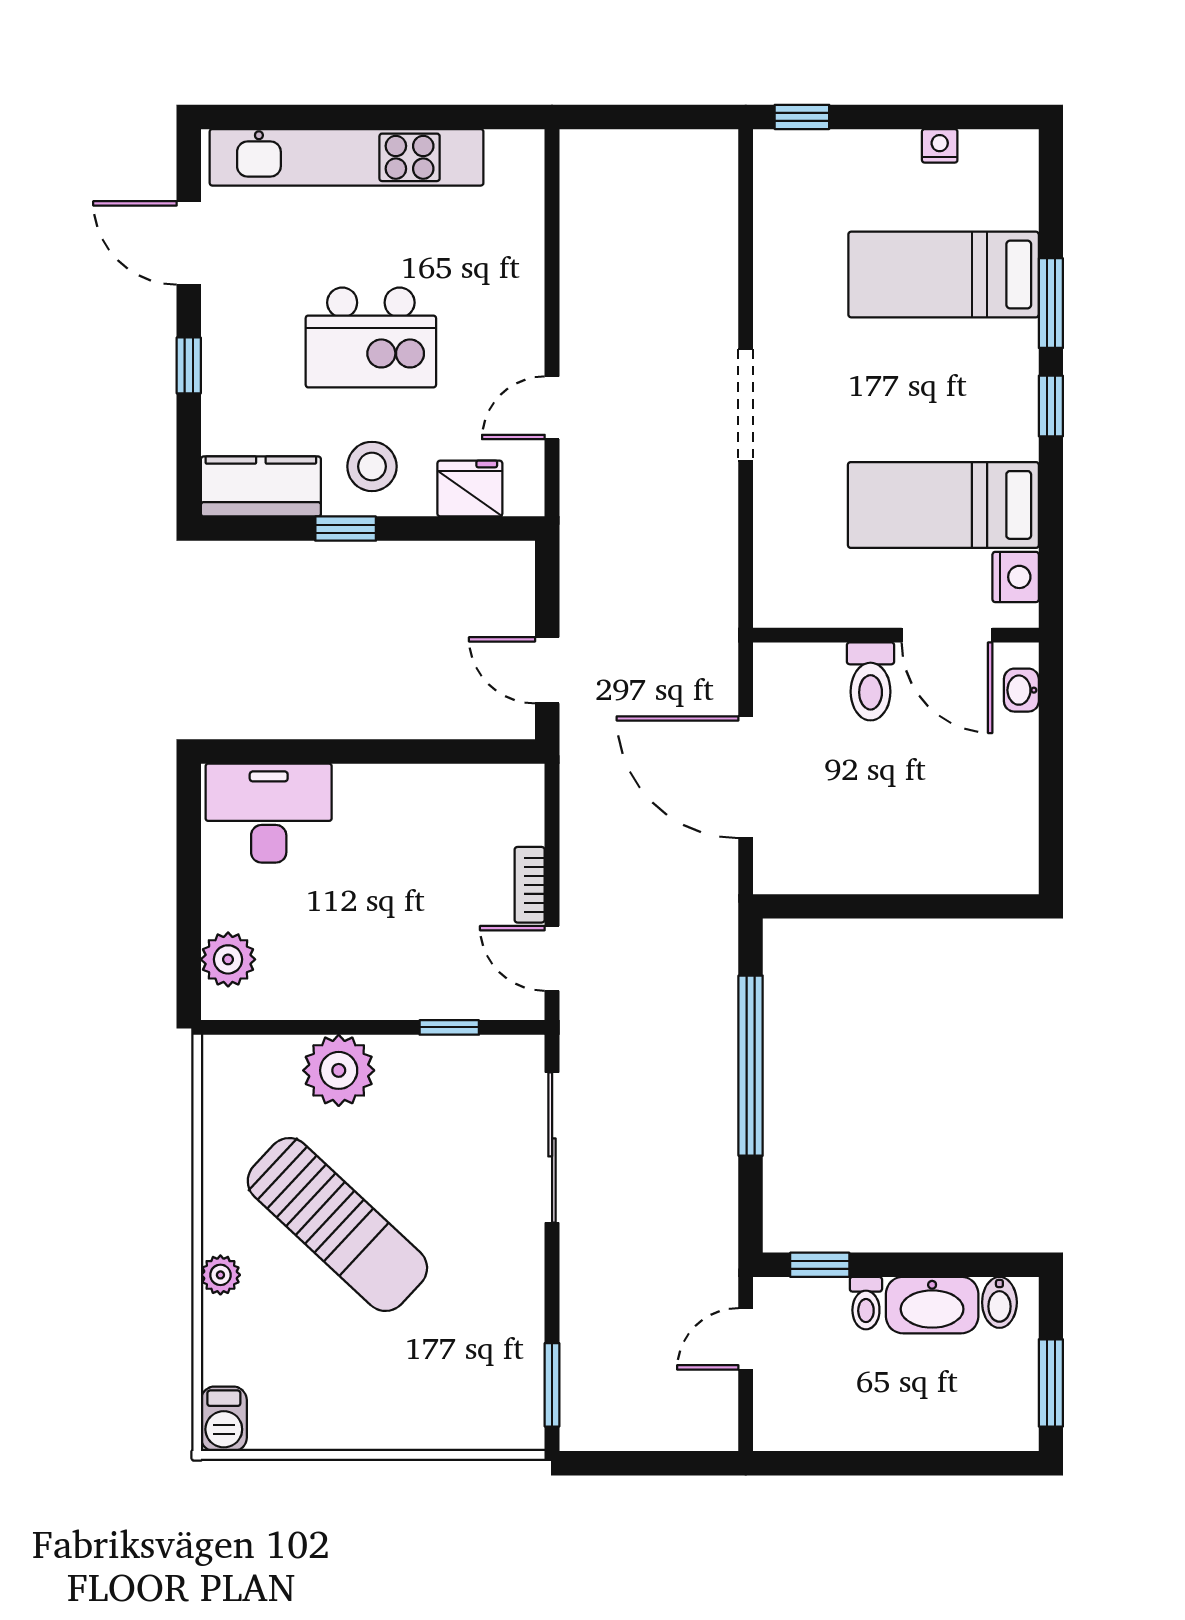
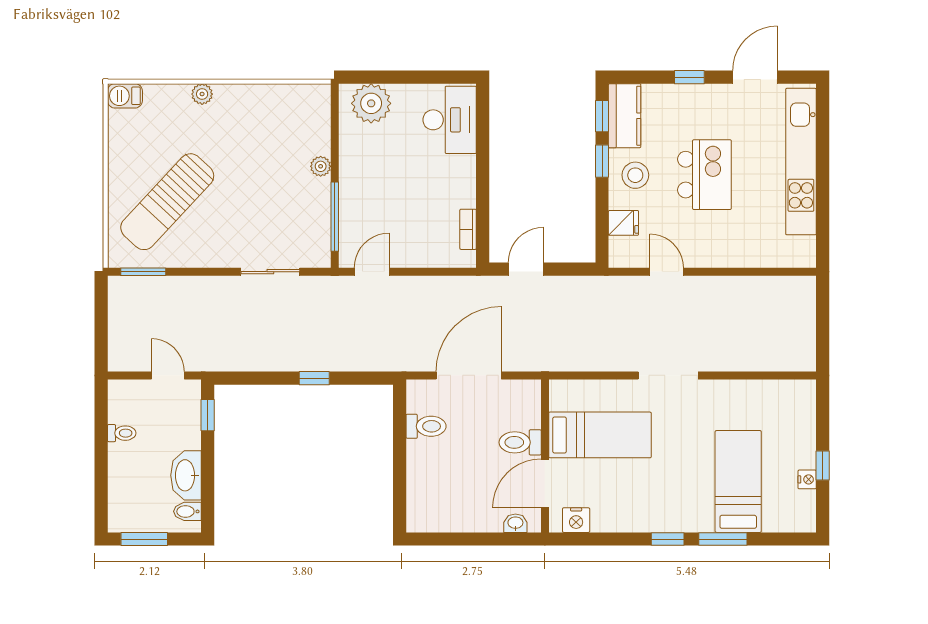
window: (802, 117) -> (823, 465), moved
kitchen island: (371, 337) -> (704, 175), turned 180
fridge: (470, 489) -> (623, 223), width x0.72
bed: (943, 505) -> (600, 435), moved, turned 90
window: (262, 529) -> (602, 116), added
toilet: (840, 857) -> (426, 426), added
bookcase: (530, 885) -> (468, 229), moved, turned -90
plant: (228, 959) -> (371, 103), width x1.36, depth x1.36
window: (449, 1027) -> (335, 217), width x2.17
window: (751, 1066) -> (314, 378), width x0.32
plant: (339, 1070) -> (321, 166), width x0.53, depth x0.53
sliding door: (552, 1147) -> (270, 272), width x0.73
sun lounger: (337, 1224) -> (167, 202), moved
toilet: (866, 1303) -> (122, 433), moved, turned 180

